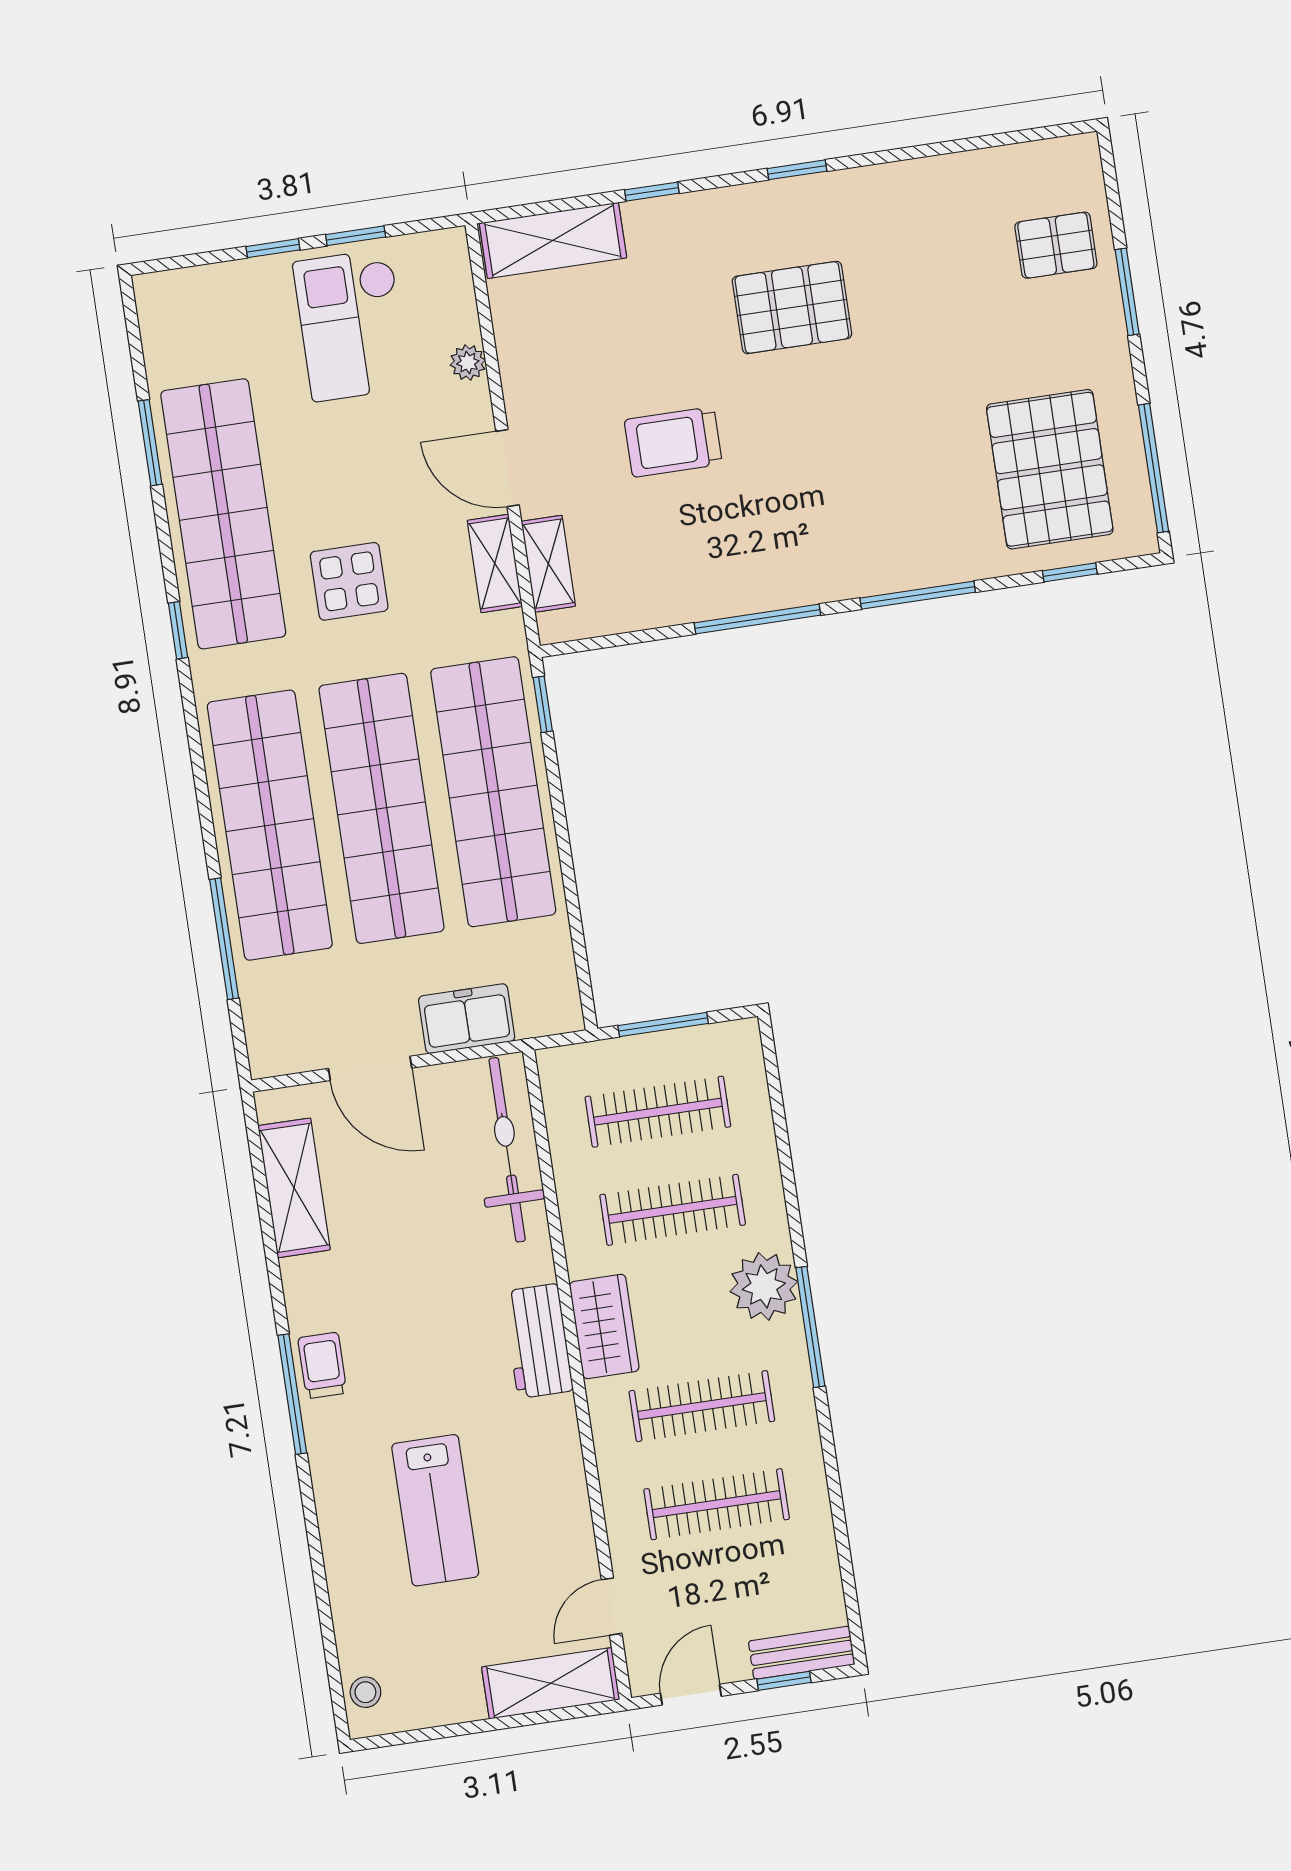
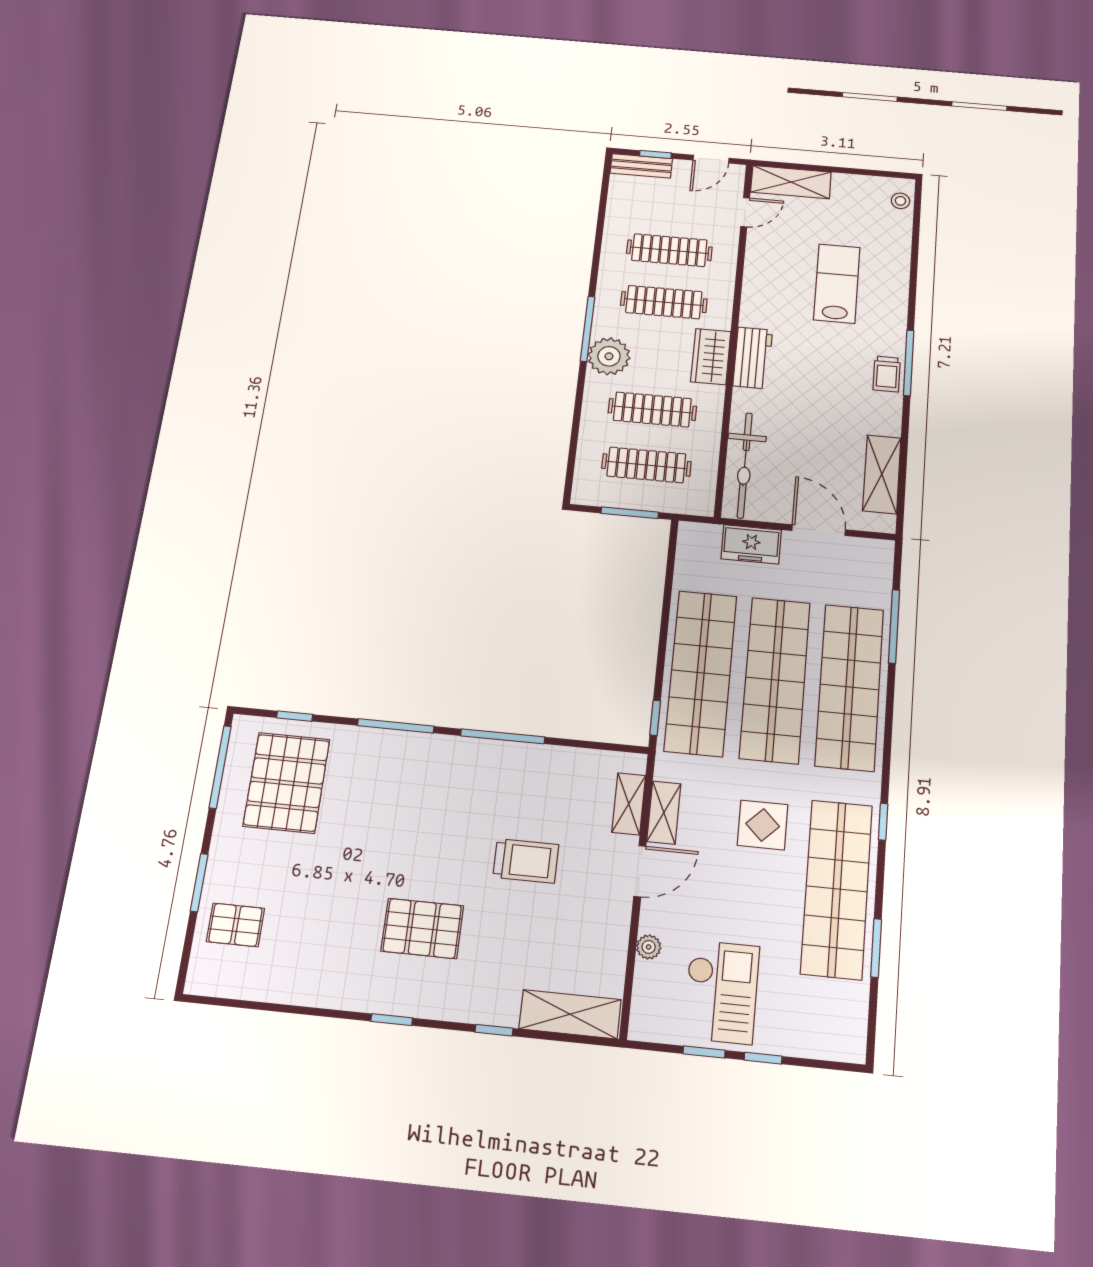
door: (507, 468) -> (640, 871), hinge flipped

